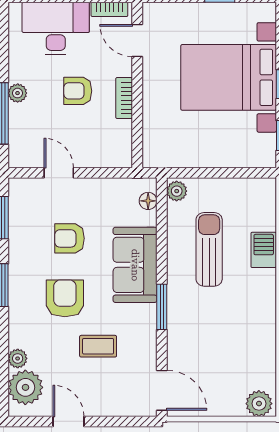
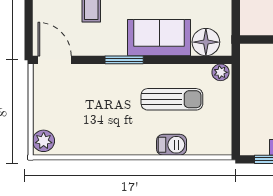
floor lamp: (148, 201) -> (206, 42), width x1.89, depth x1.89
door: (162, 390) -> (55, 60), swing flipped

